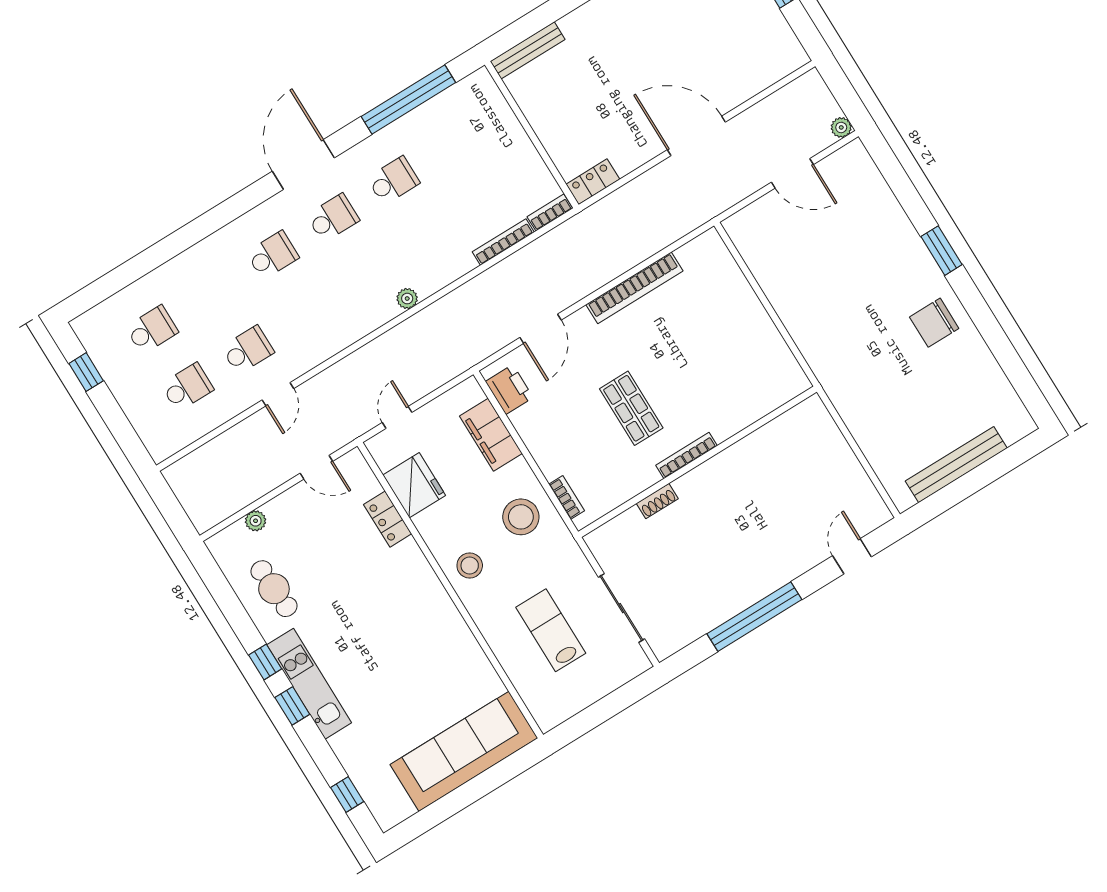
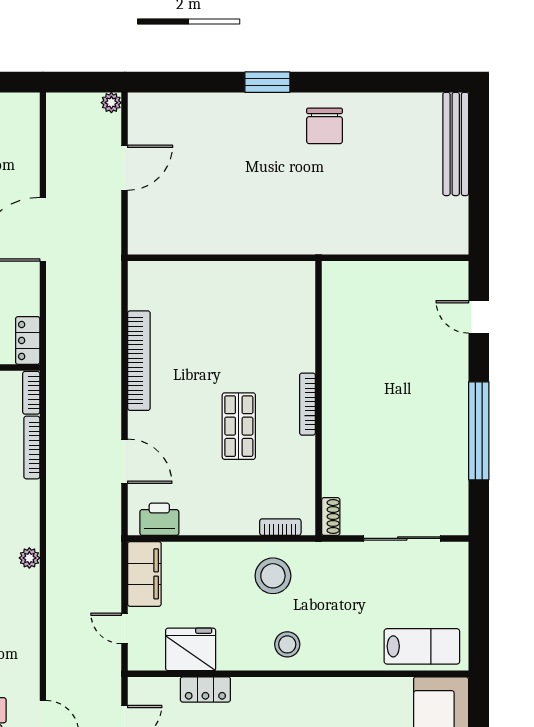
shop shelf: (631, 408) -> (239, 426), turned 90
filing cabinet: (491, 435) -> (144, 574), moved, turned -90
bench: (956, 465) -> (456, 144), moved
shoe rack: (657, 501) -> (331, 517), moved
lab bench: (551, 630) -> (422, 646), moved, turned 180

